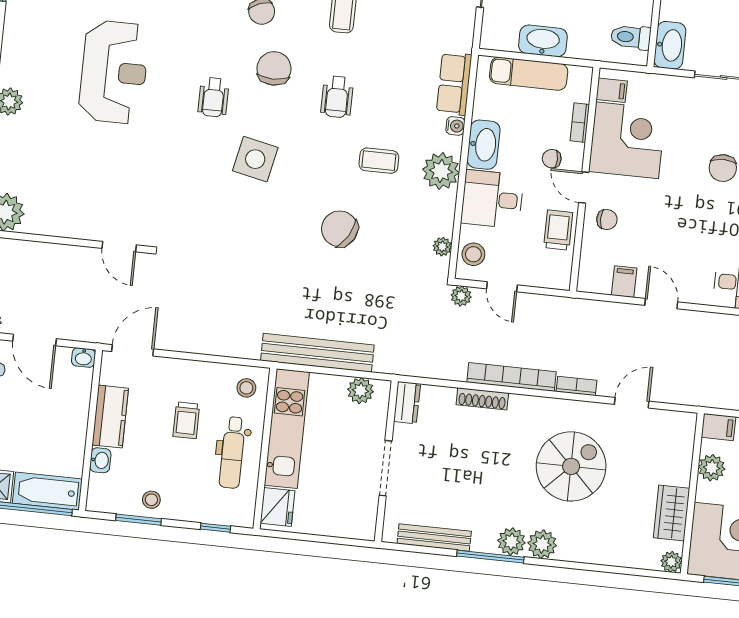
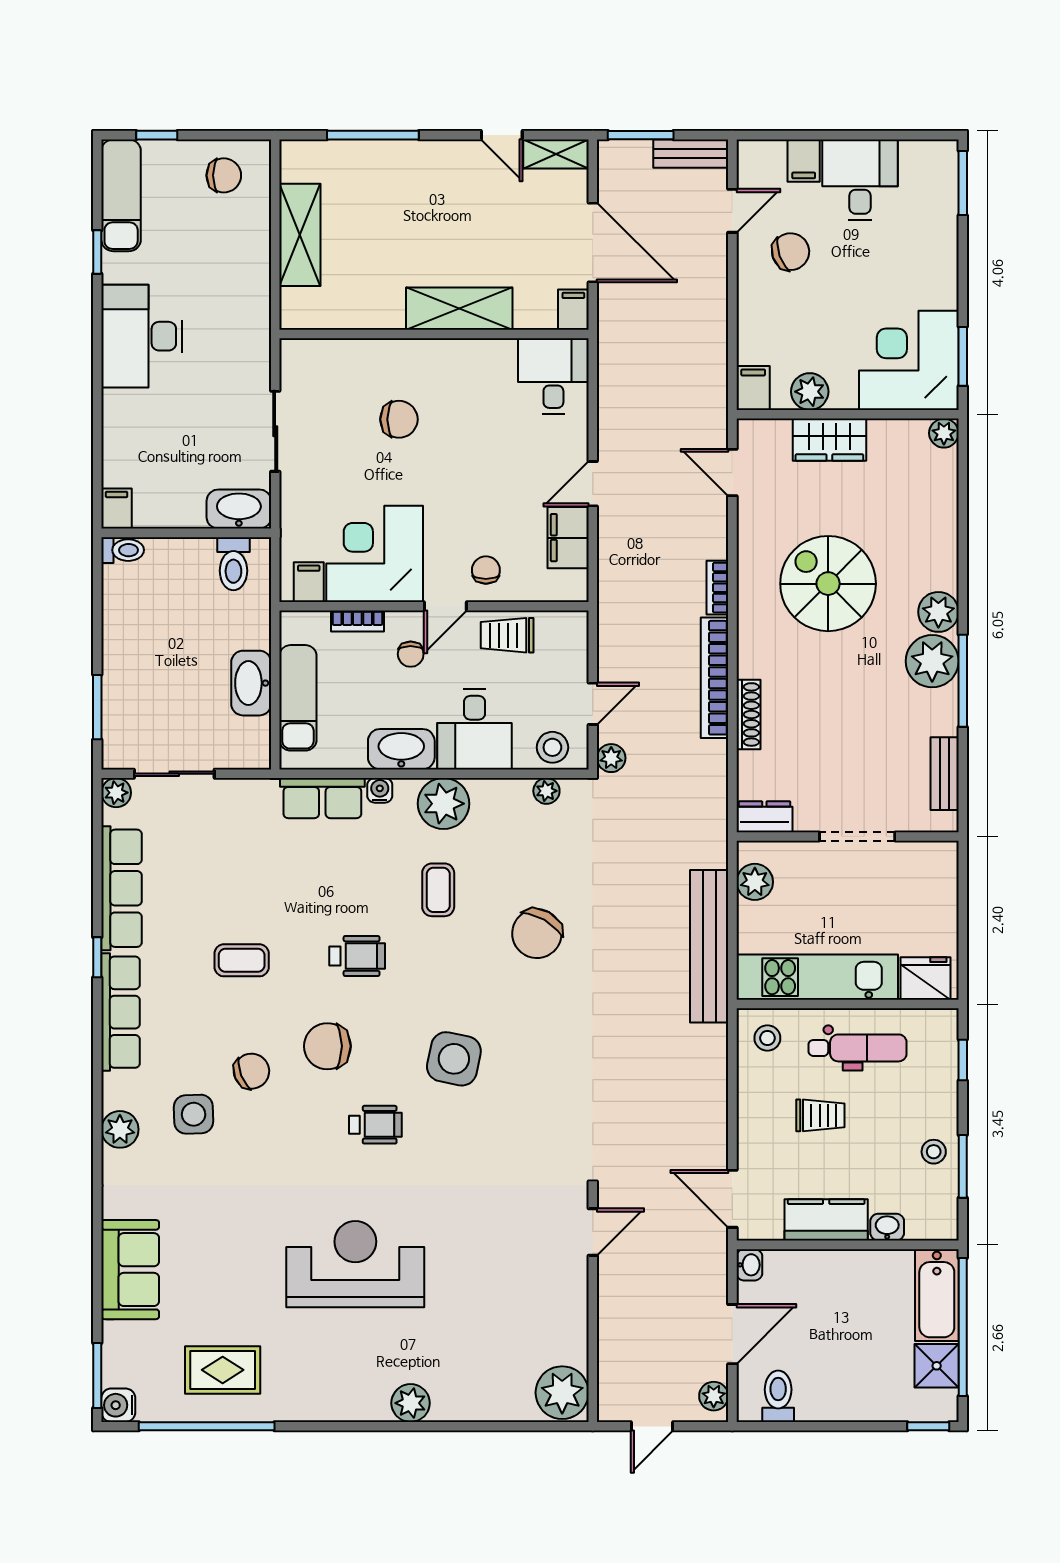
filing cabinet: (624, 282) -> (568, 538), width x2.00
door: (632, 403) -> (732, 472), moved
wardrobe: (672, 513) -> (829, 440), moved
bench: (434, 537) -> (945, 774), width x0.73
plant: (511, 542) -> (932, 661), width x1.36, depth x1.36

